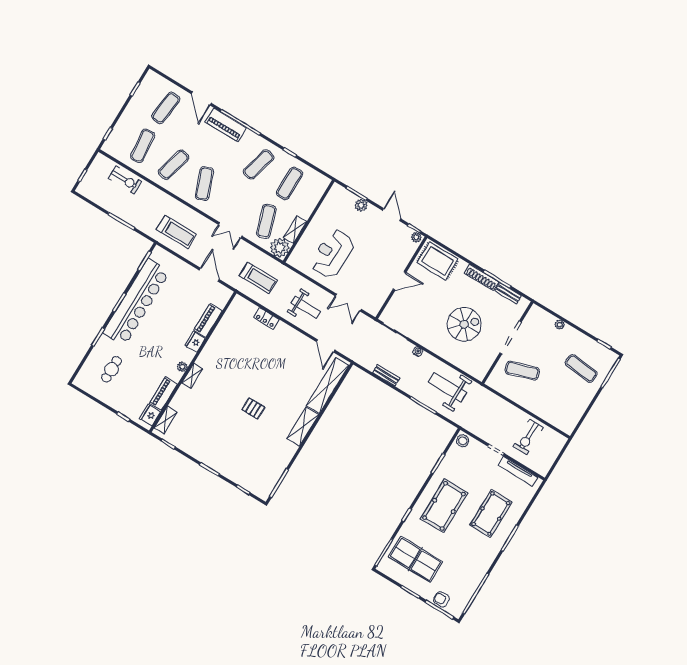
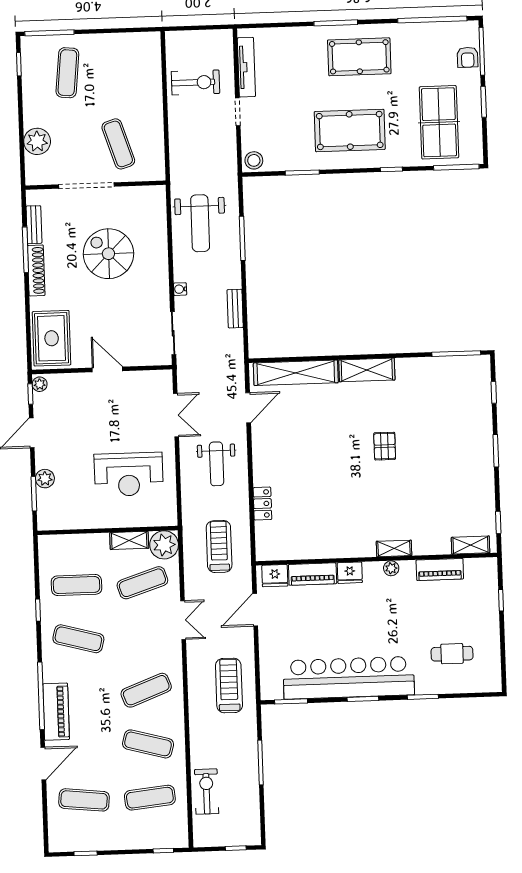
weight bench: (306, 307) -> (217, 464), turned 180
plant: (560, 325) -> (37, 141), width x1.88, depth x1.88
fridge: (150, 415) -> (275, 576), moved
pool table: (491, 514) -> (359, 57), moved

